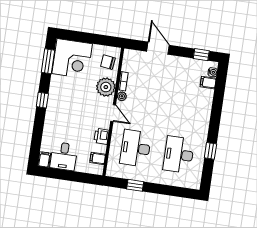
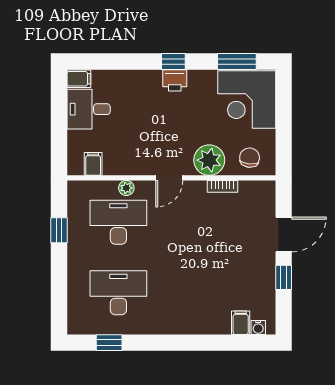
window: (201, 55) -> (284, 277), moved
plant: (122, 96) -> (126, 188), moved
printer: (101, 136) -> (175, 80), moved, turned 180
window: (210, 151) -> (109, 343), moved

